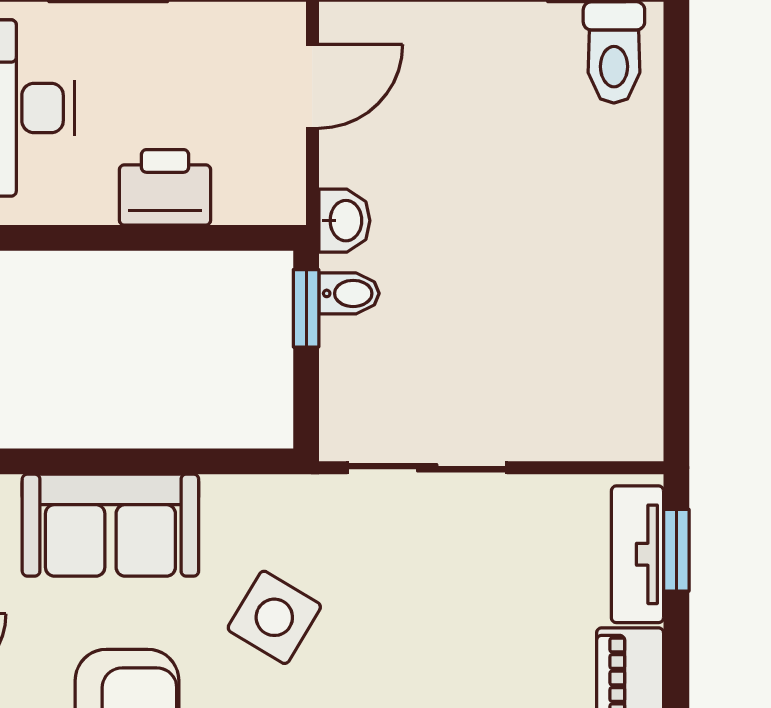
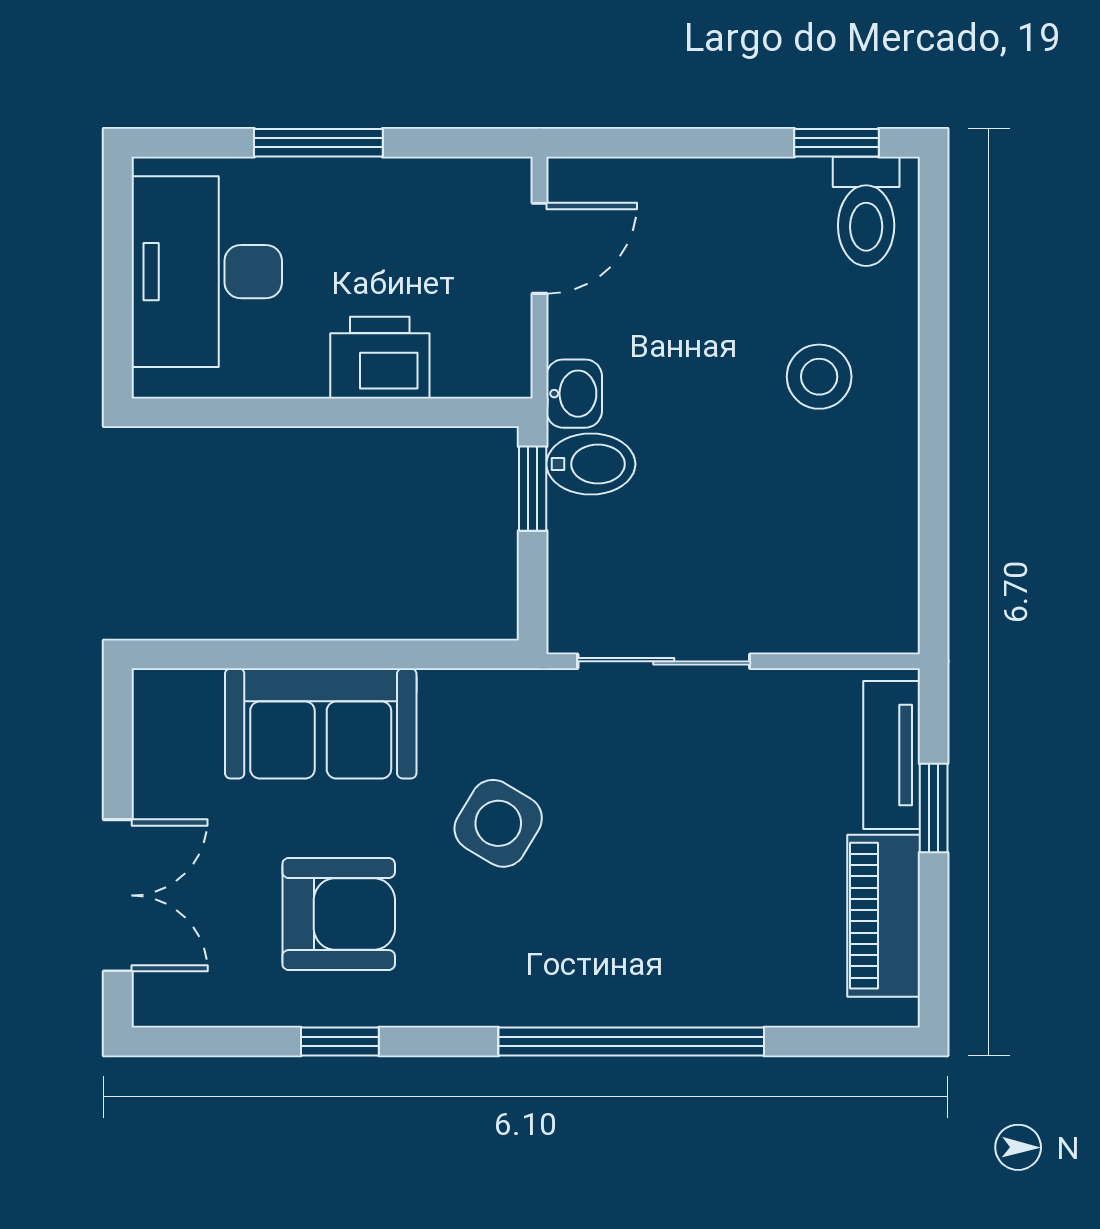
stool: (571, 205) -> (819, 377), added
bidet: (349, 293) -> (591, 464), width x1.38, depth x1.36
window: (676, 550) -> (934, 808), moved

